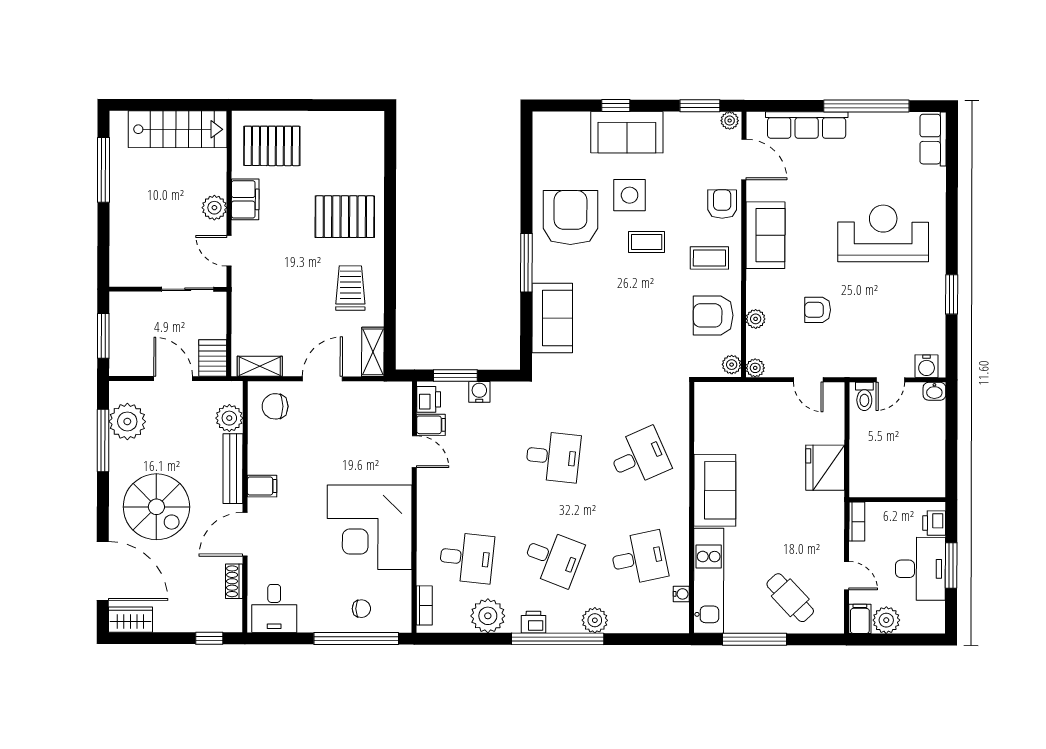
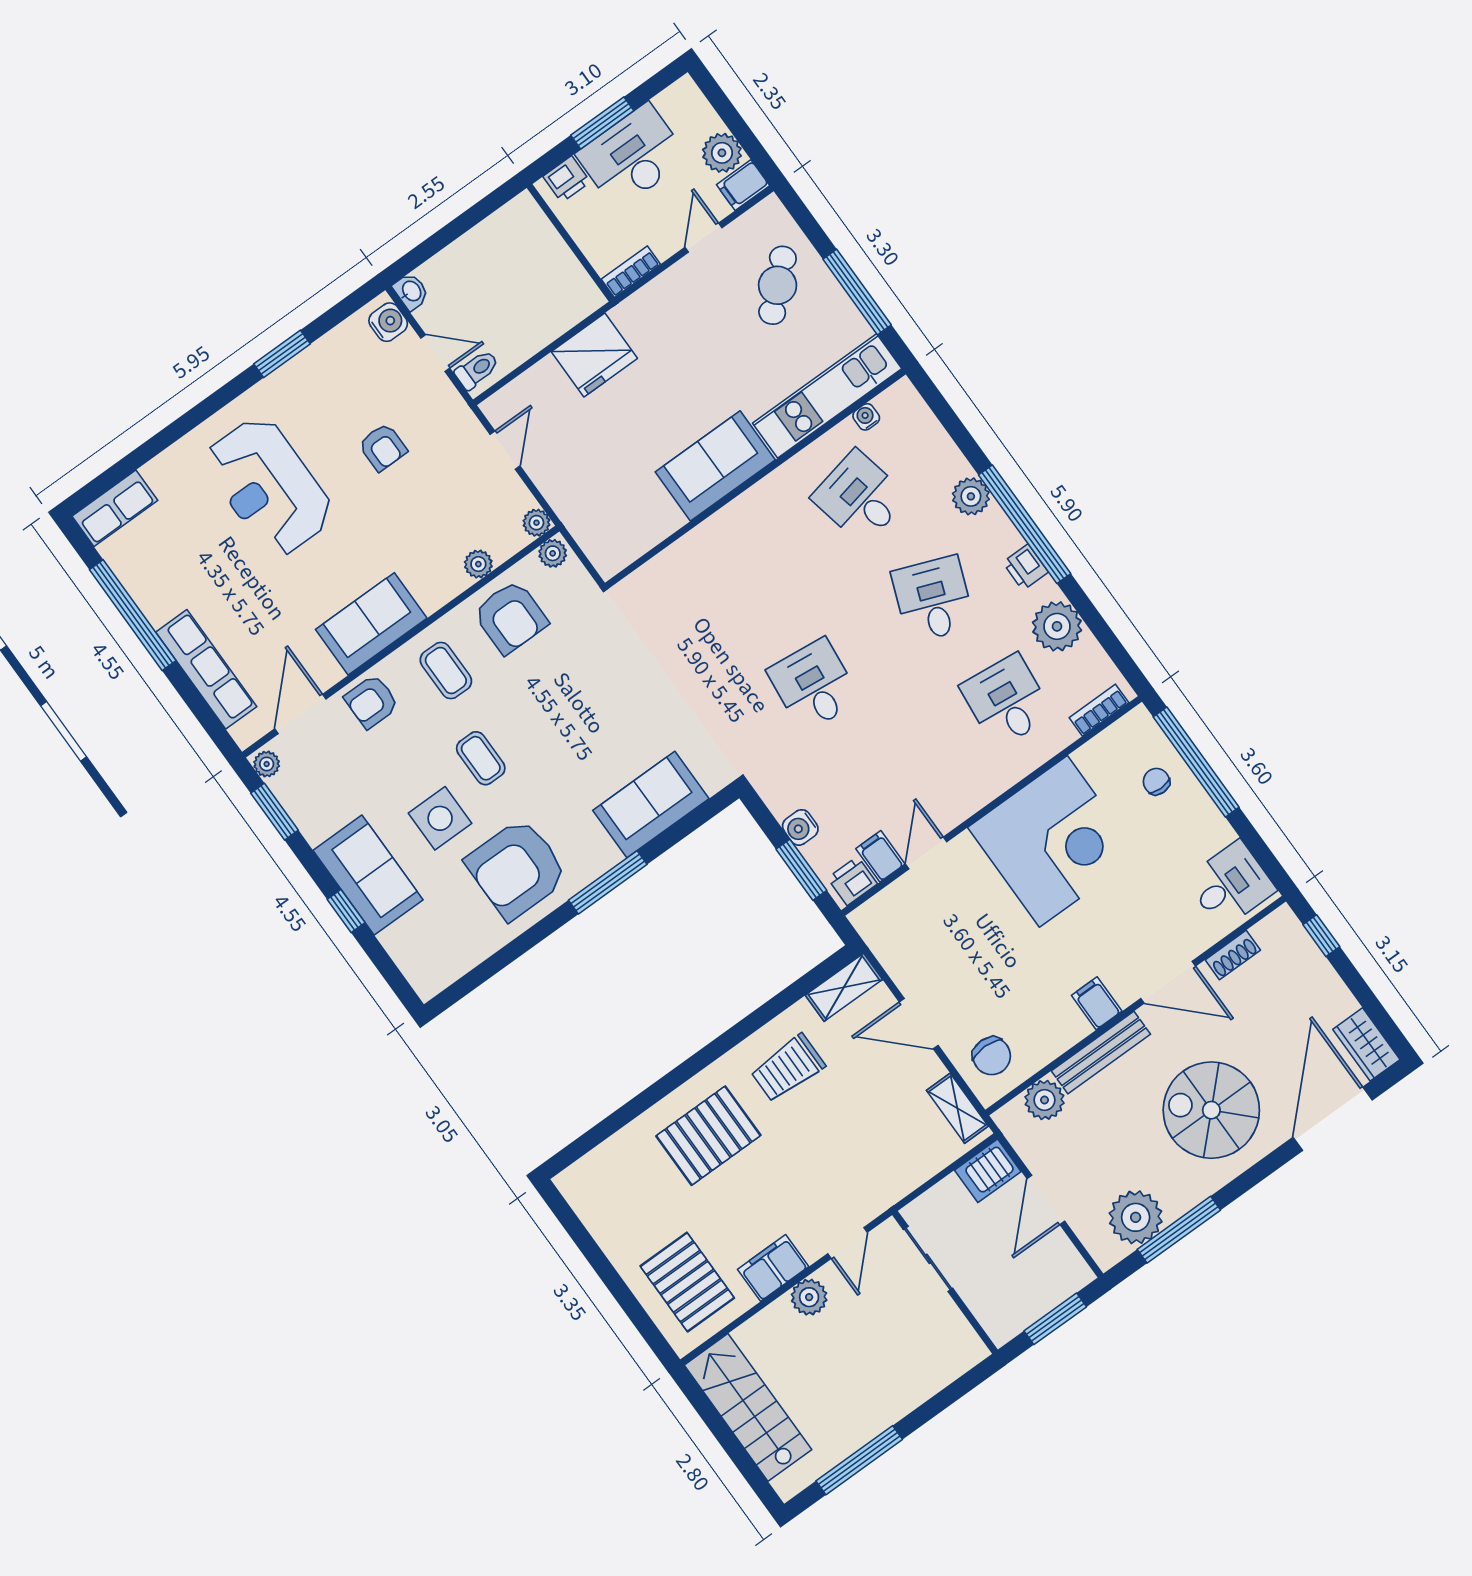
pallet: (345, 217) -> (708, 1136), turned 90
armchair: (818, 310) -> (383, 447), moved
desk: (639, 457) -> (740, 584), removed
spiral stairs: (156, 507) -> (1211, 1110), turned -90

